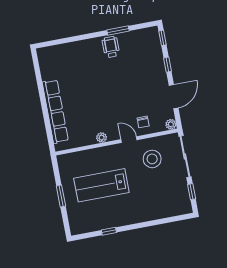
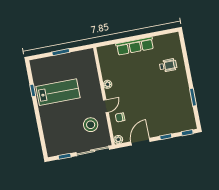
wheelchair: (111, 47) -> (168, 65), moved
door: (174, 97) -> (140, 142), swing flipped
row of seats: (55, 111) -> (135, 46), width x0.73
lab bench: (101, 185) -> (58, 92), moved, turned 90

